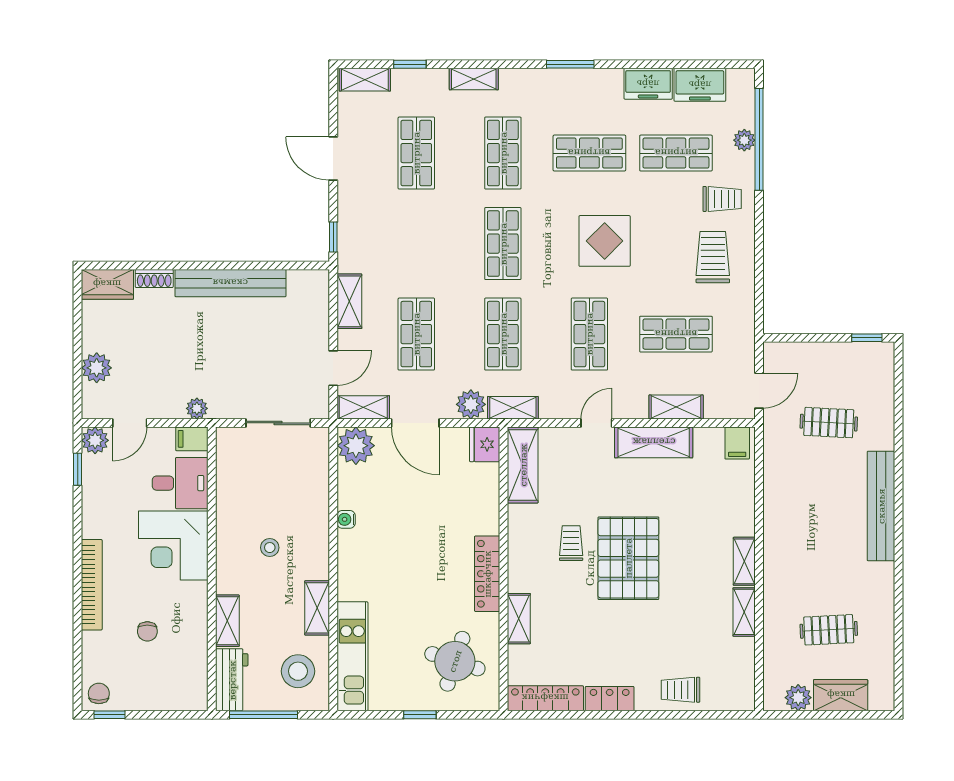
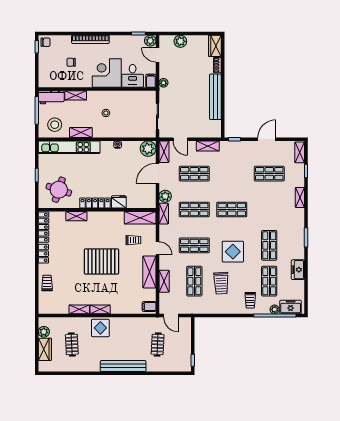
freezer: (700, 85) -> (291, 307), moved, turned 90
shop shelf: (503, 153) -> (269, 209), removed
trolley: (713, 257) -> (221, 283), moved, turned 87
fridge: (485, 444) -> (119, 202), moved
trolley: (571, 543) -> (133, 240), moved
display table: (789, 561) -> (100, 328), added
kitchen unit: (352, 656) -> (69, 147), width x1.36

